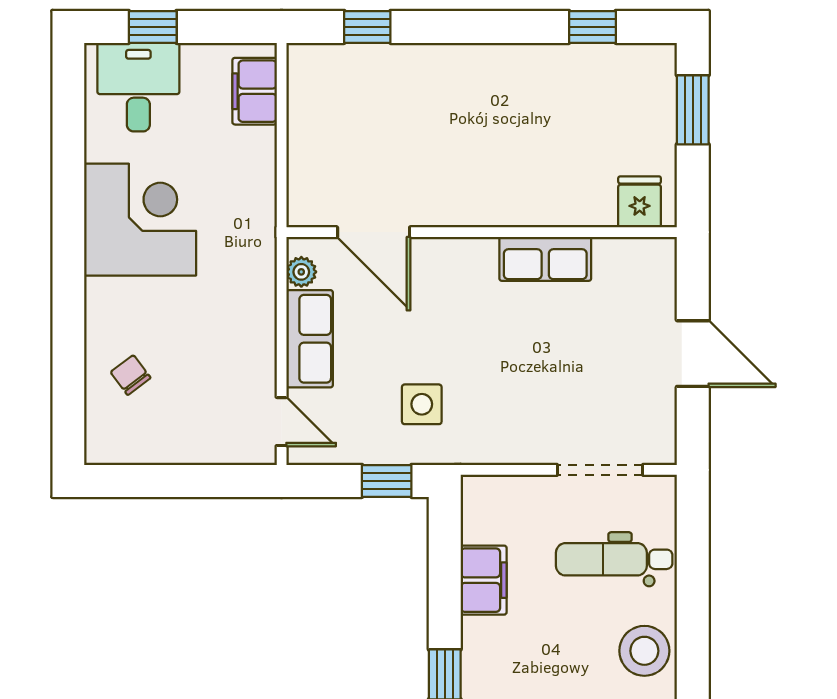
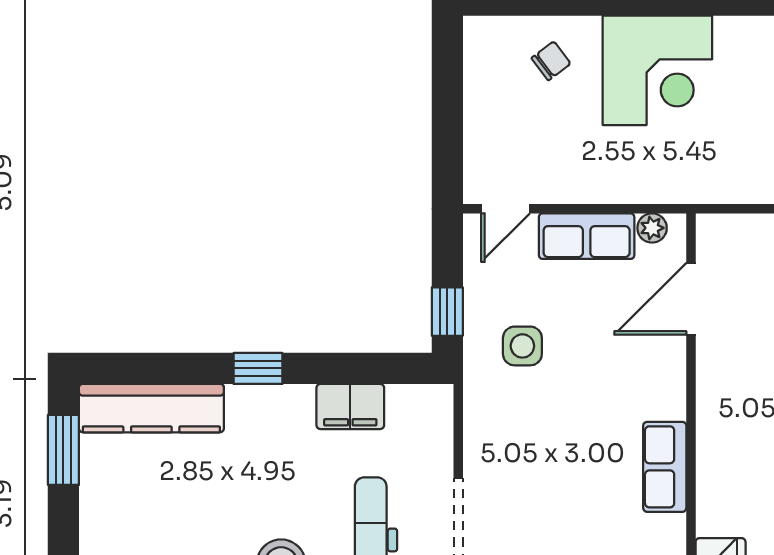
corner desk: (140, 220) -> (657, 70), moved

